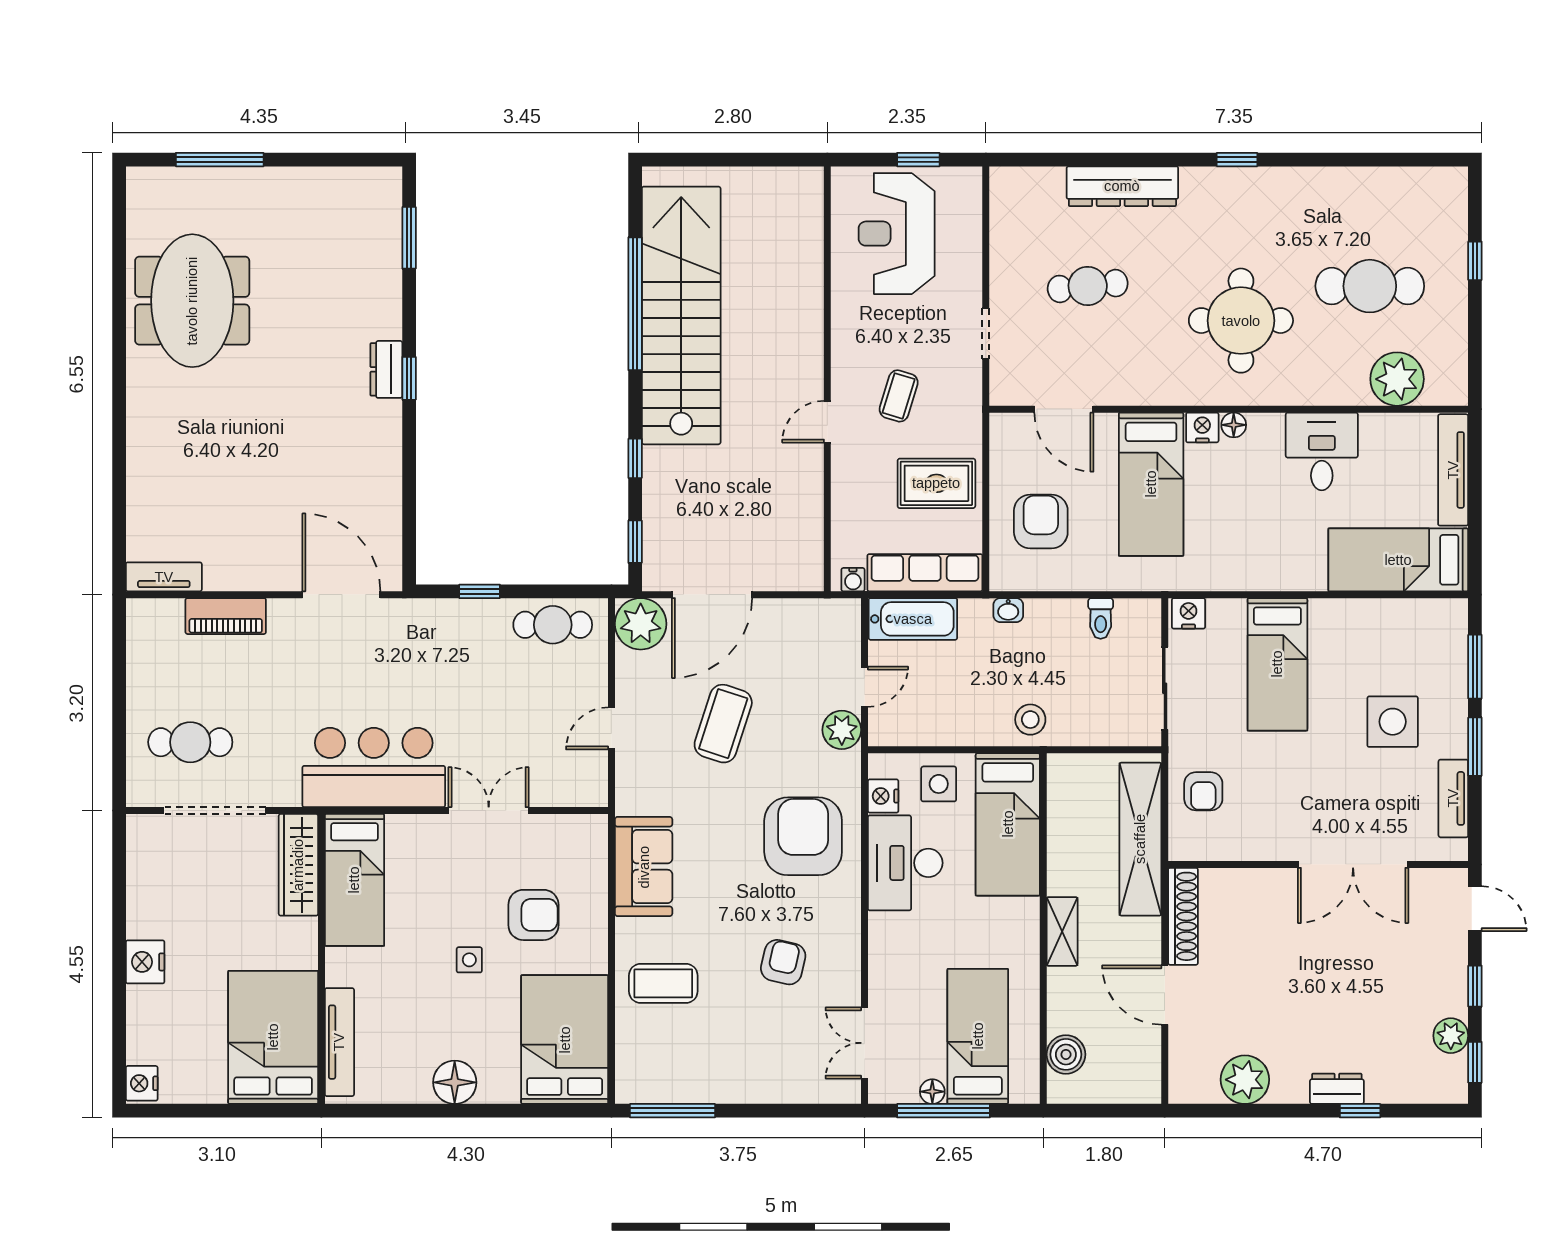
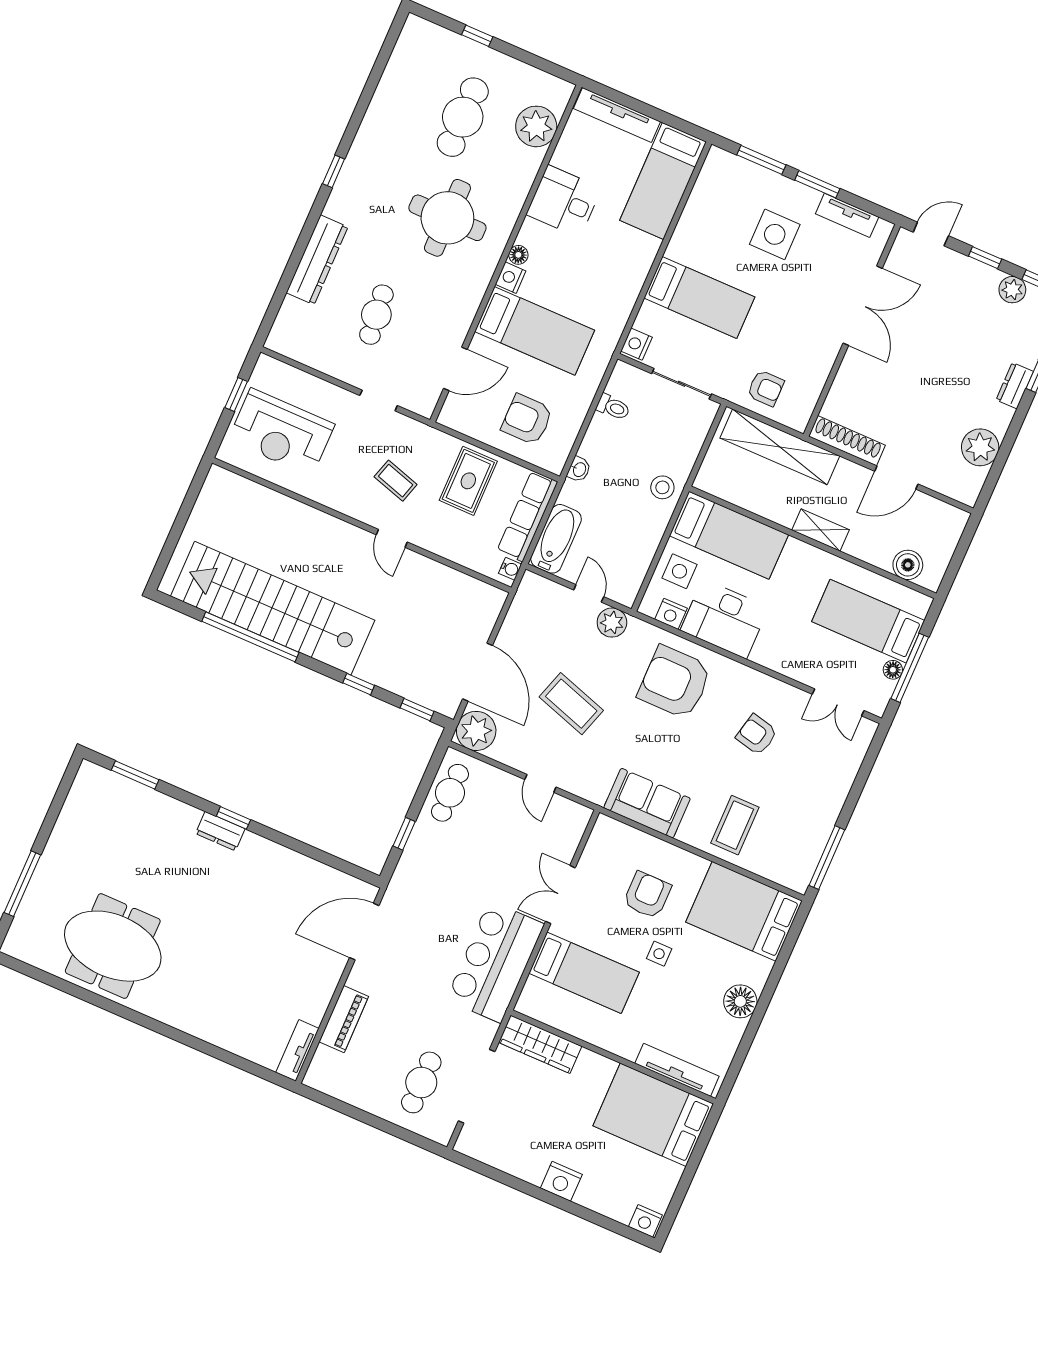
bed: (354, 880) -> (584, 973), moved

